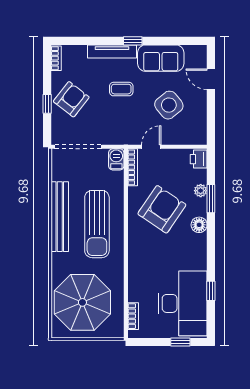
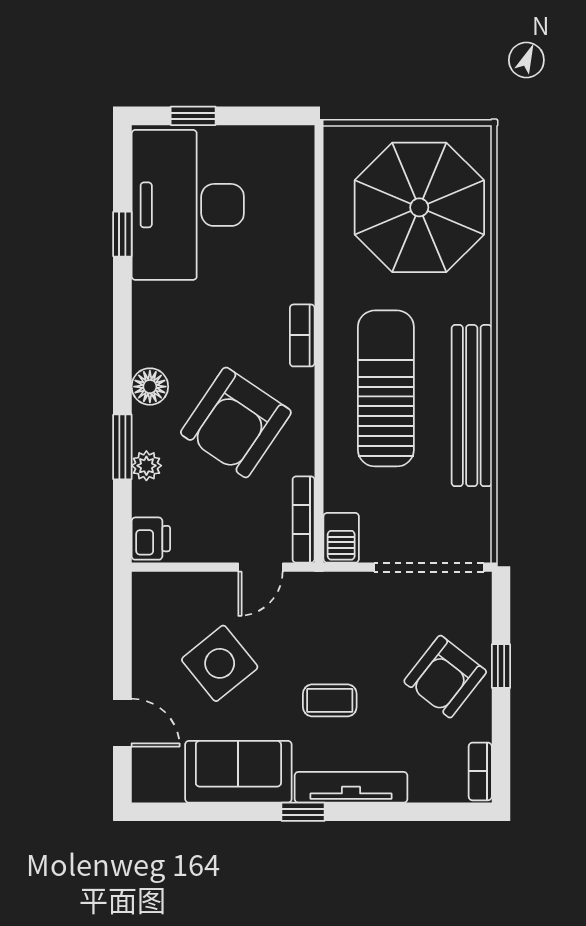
bookcase: (133, 316) -> (302, 335), moved

